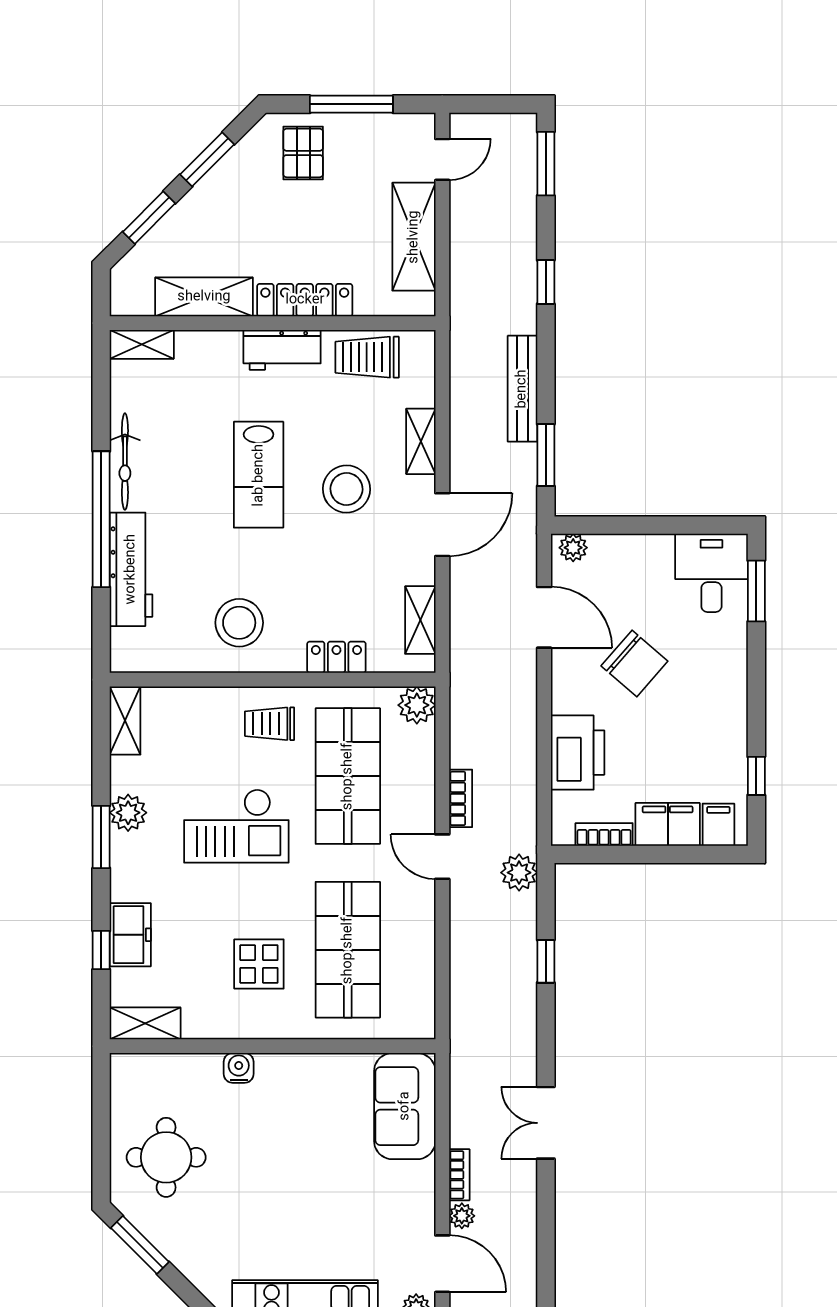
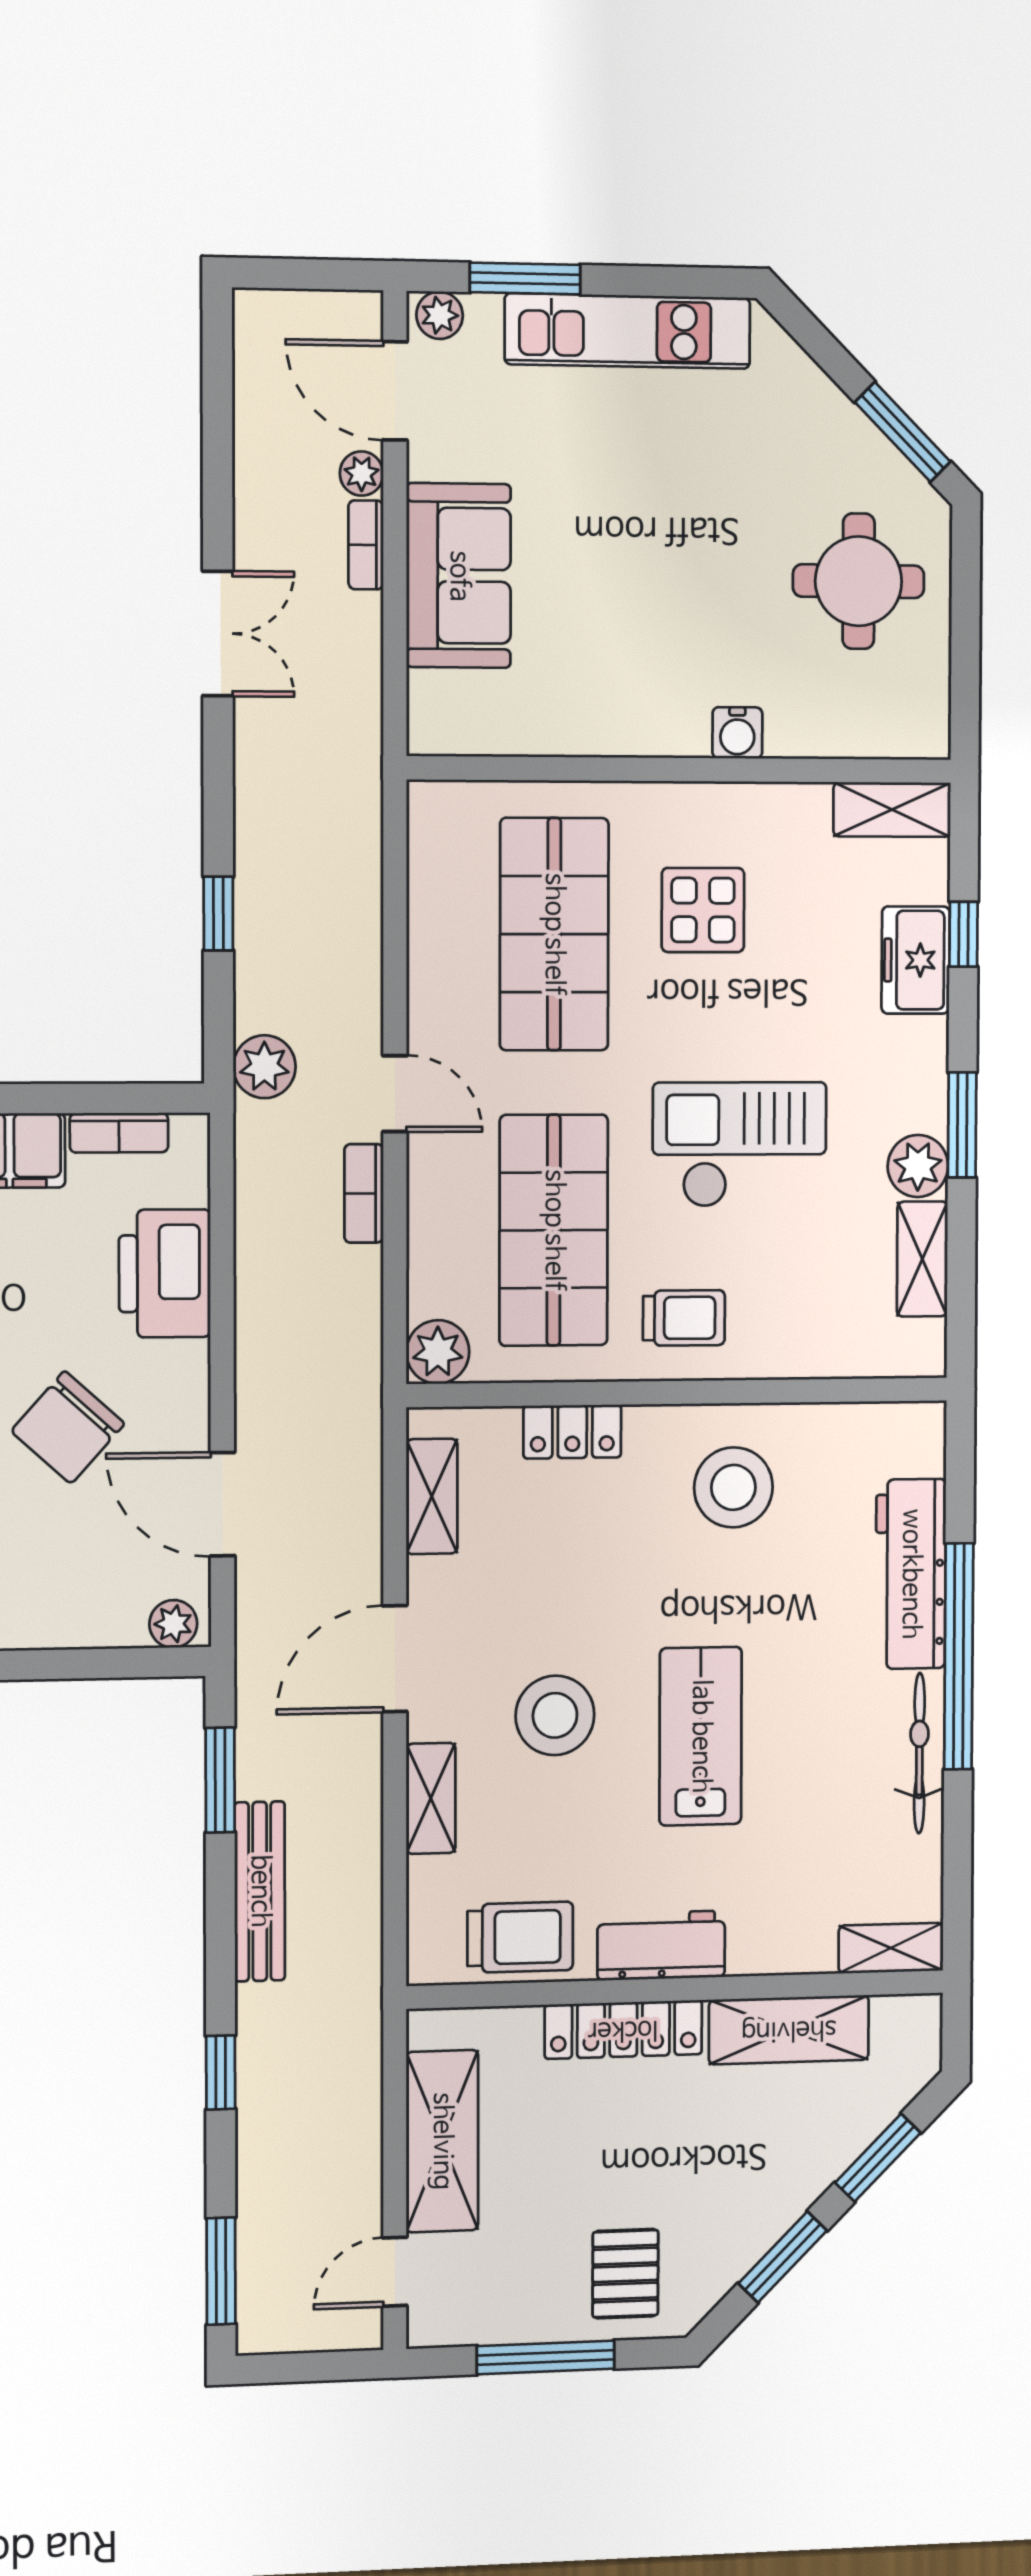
chair: (634, 663) -> (68, 1427), turned -89
shelving: (125, 721) -> (922, 1259), moved
sofa: (405, 1106) -> (459, 576), moved

